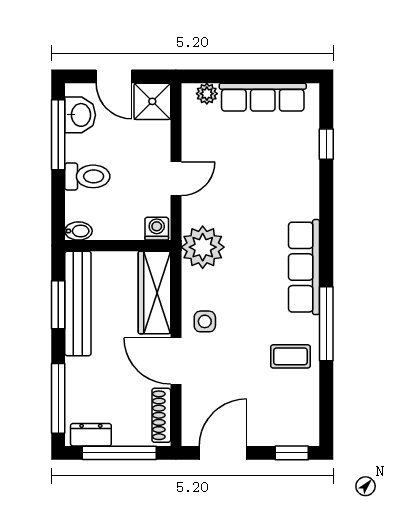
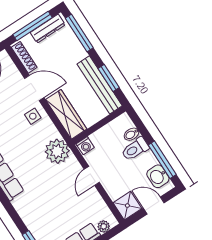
bidet: (78, 231) -> (131, 134), moved
dresser: (91, 435) -> (48, 29), width x1.44

